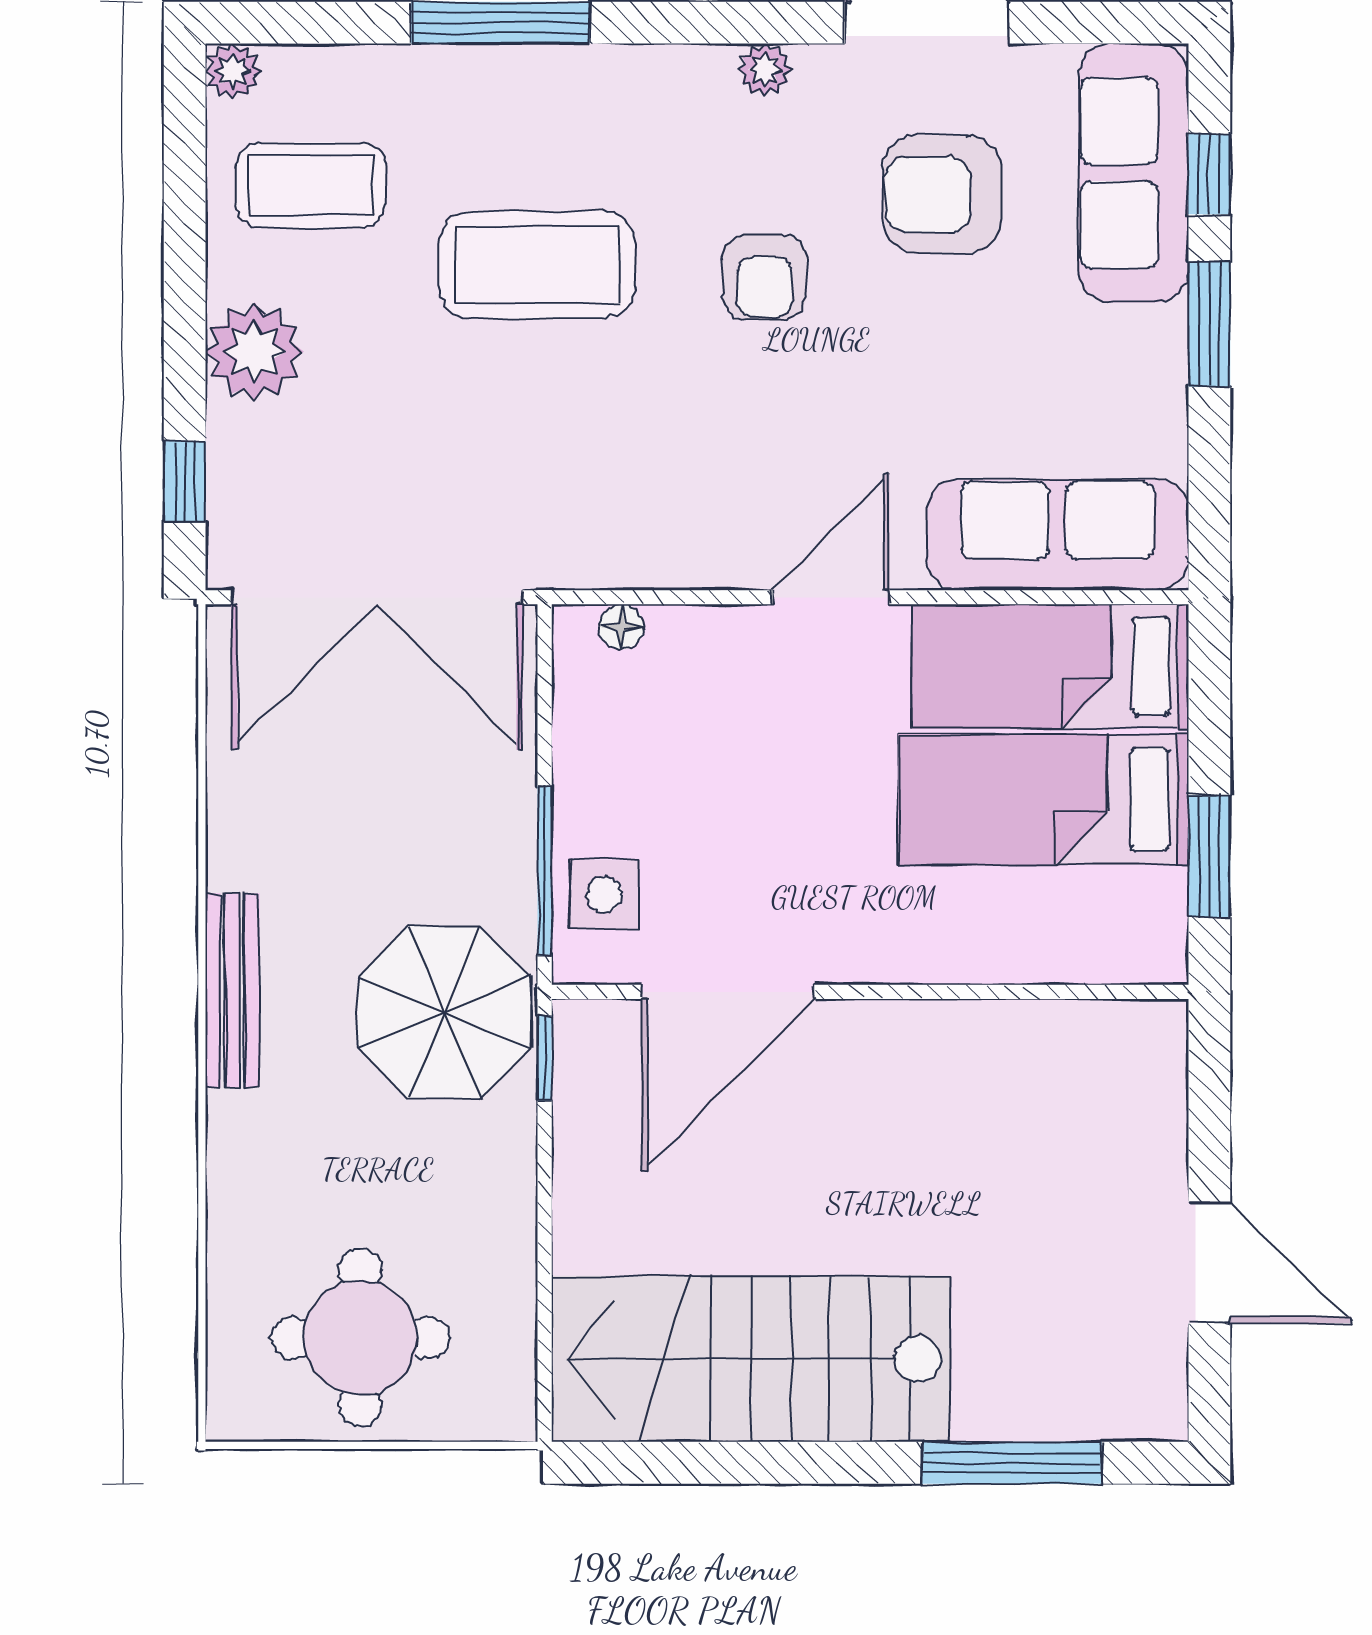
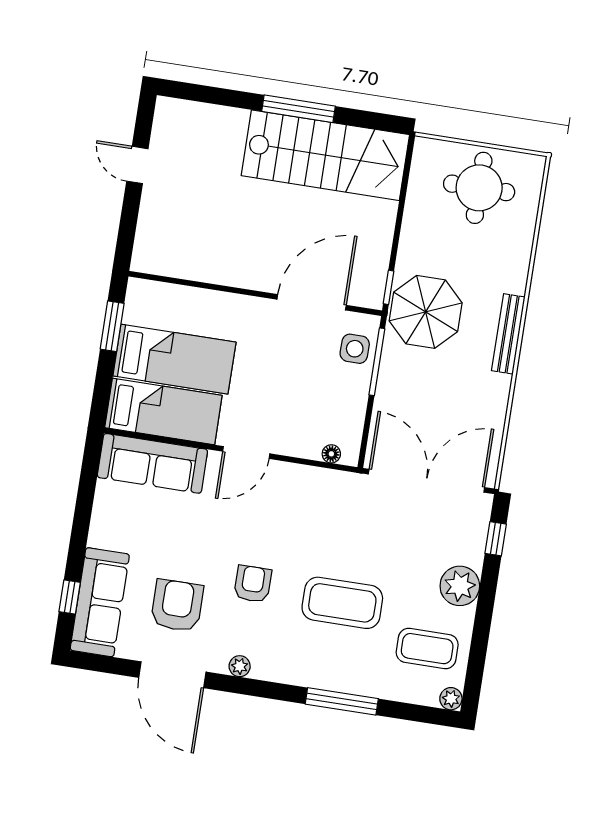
armchair: (942, 195) -> (177, 606), turned -90
window: (1209, 324) -> (79, 537), removed
door: (1209, 1262) -> (137, 165), width x0.73
window: (1012, 1463) -> (299, 109), moved

